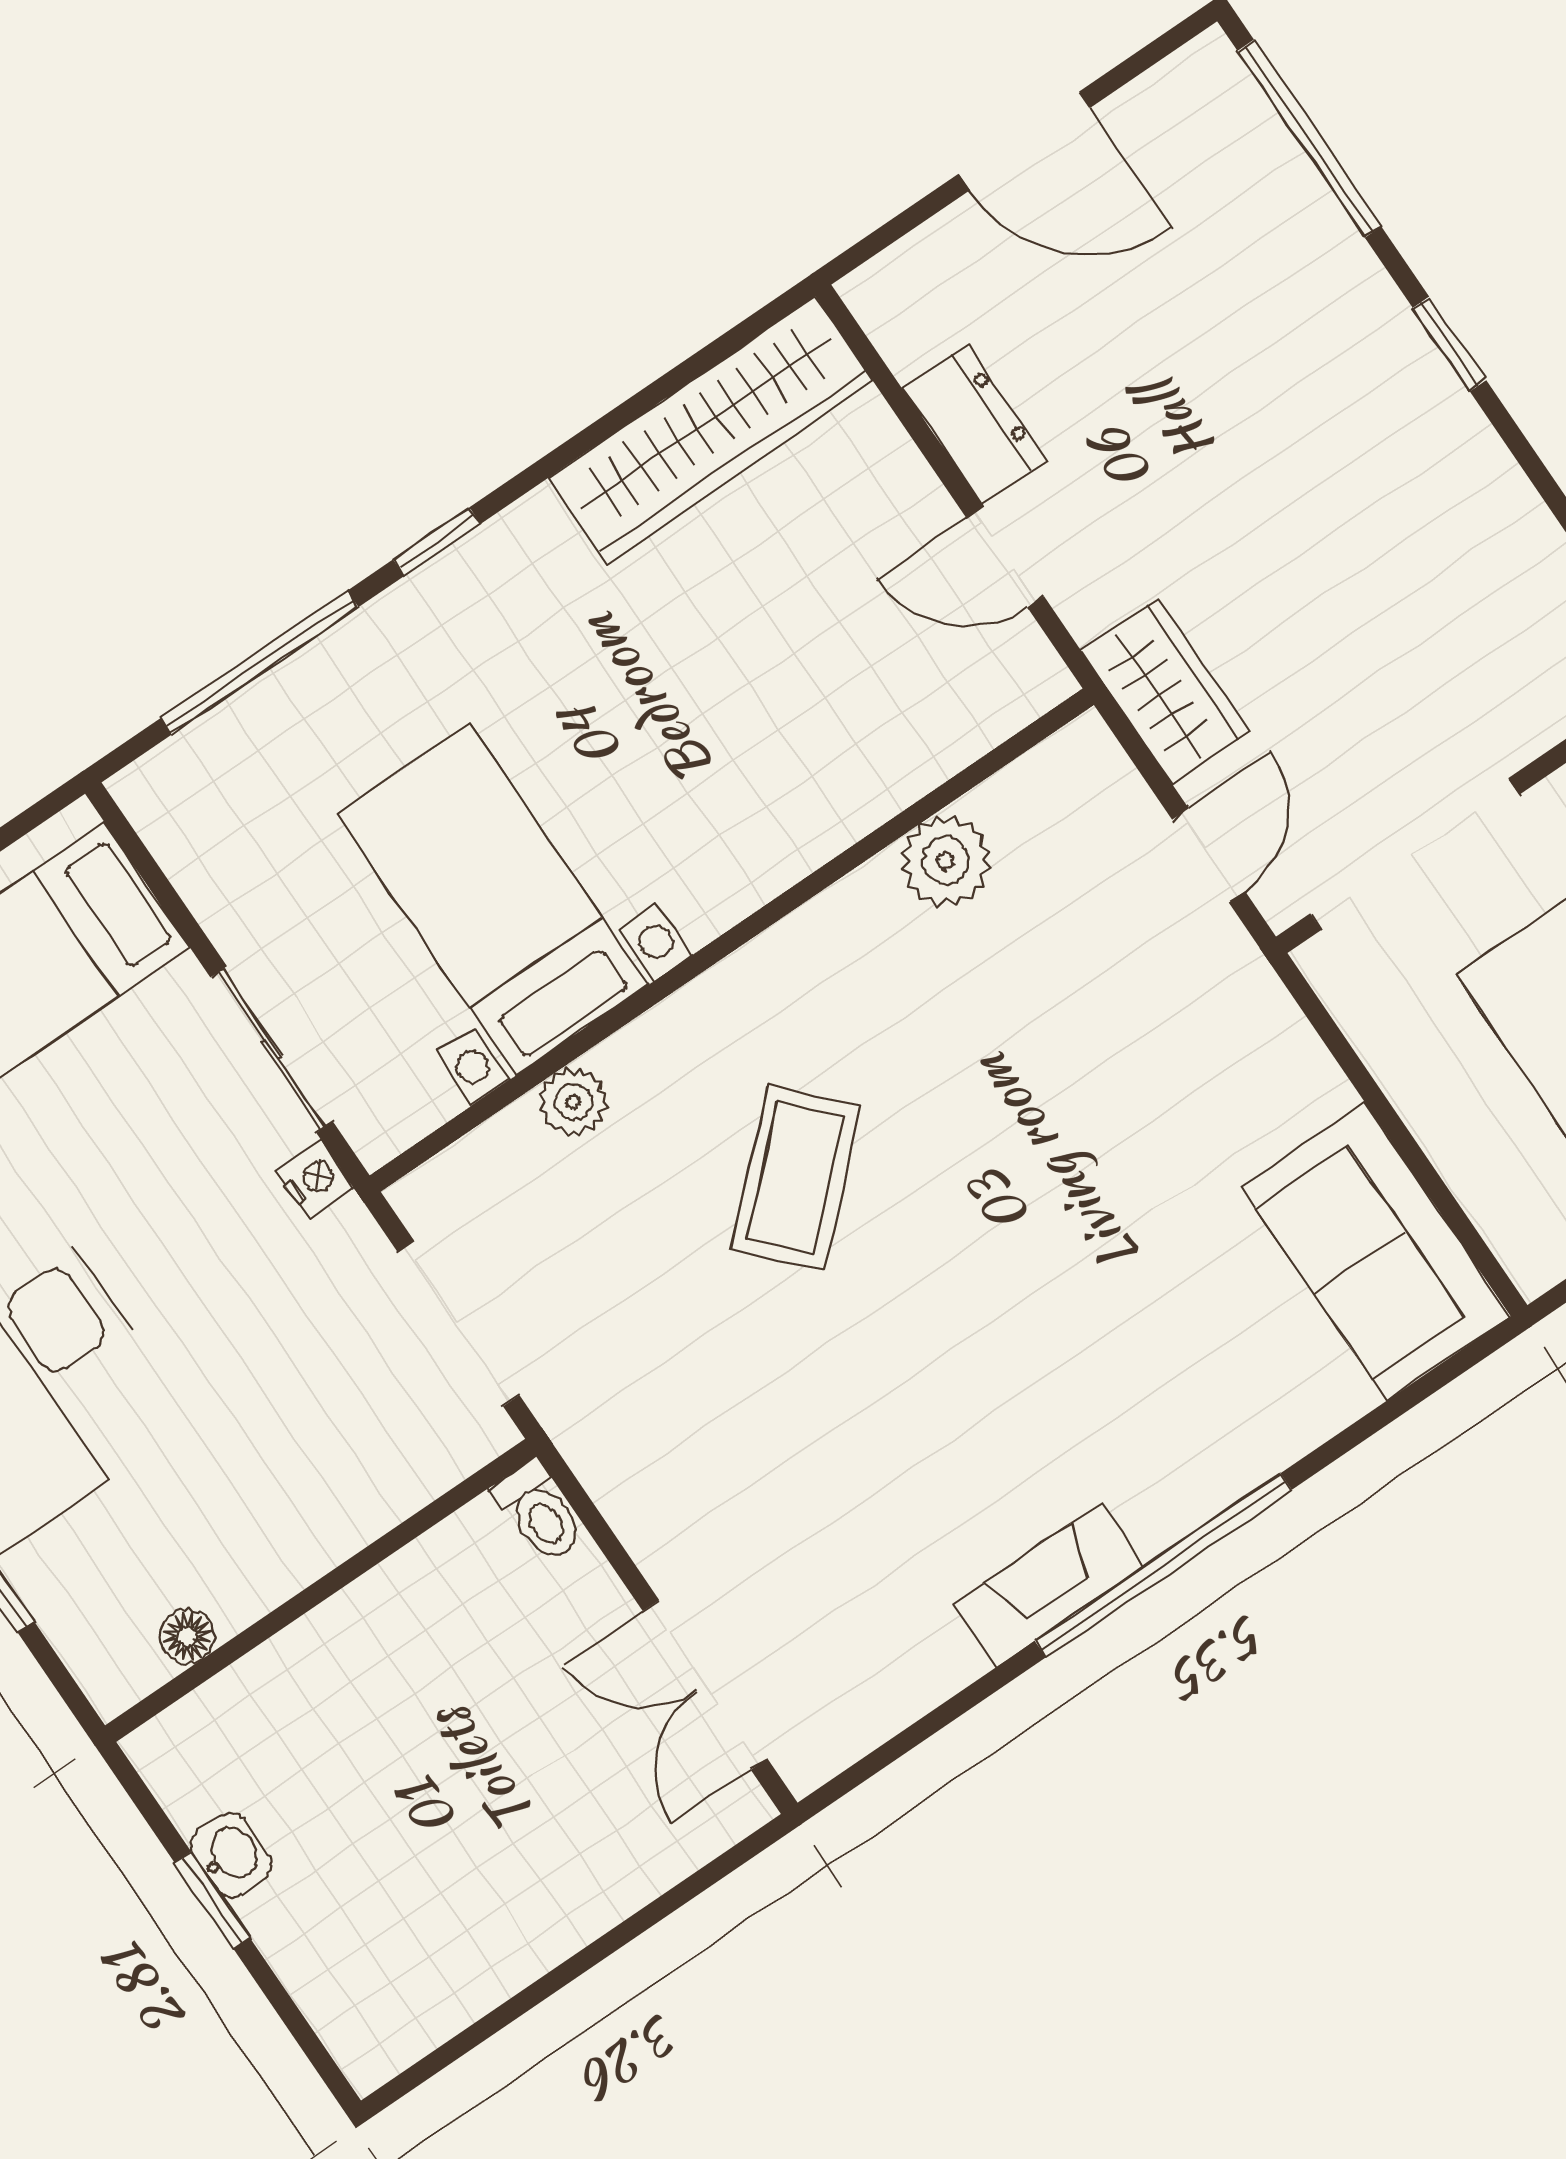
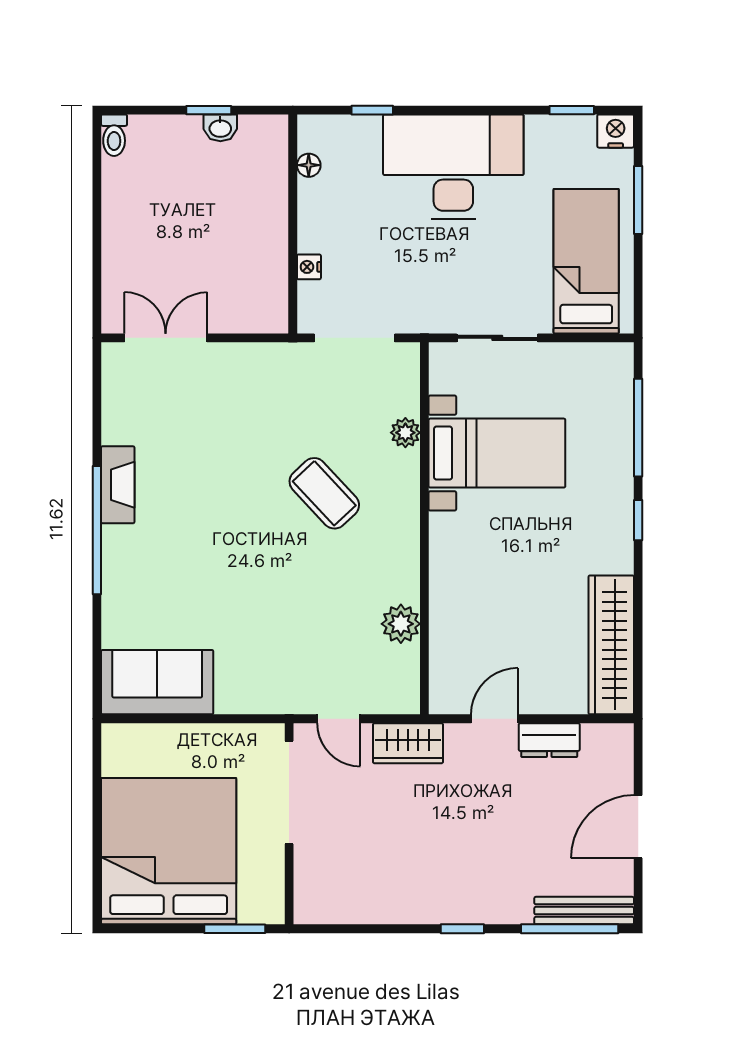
bench: (1256, 135) -> (584, 911), added
nightstand: (315, 1179) -> (309, 267), moved, turned 90
toilet: (539, 1512) -> (114, 135), moved, turned -90

